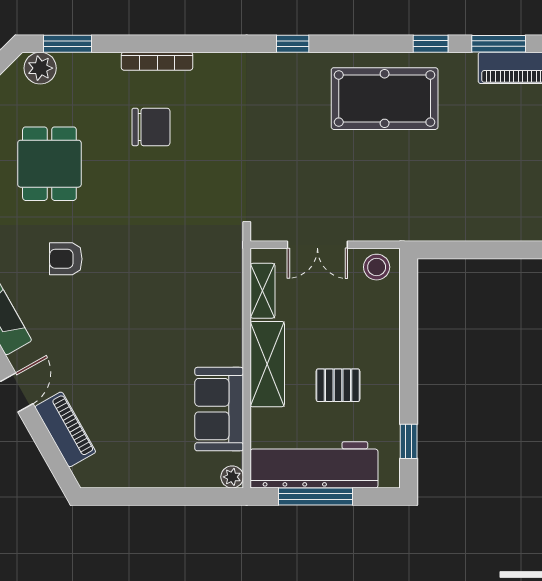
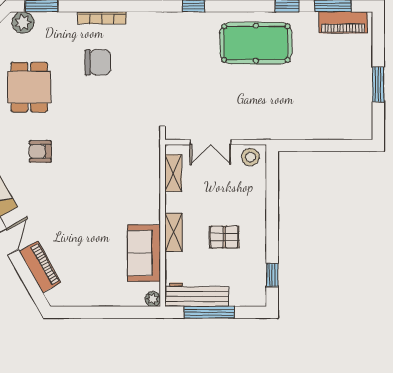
shelving: (267, 364) -> (174, 232), width x0.67, depth x0.75
workbench: (314, 465) -> (197, 295), width x0.73, depth x0.76

